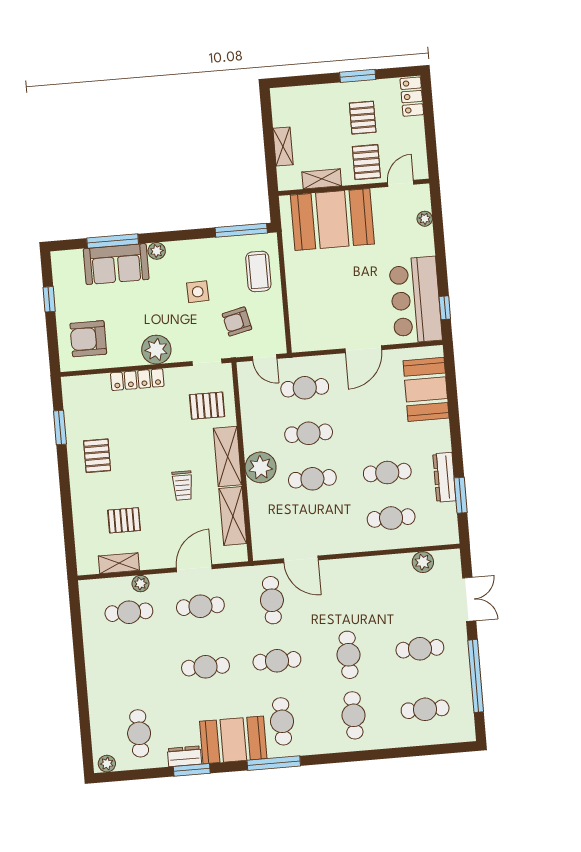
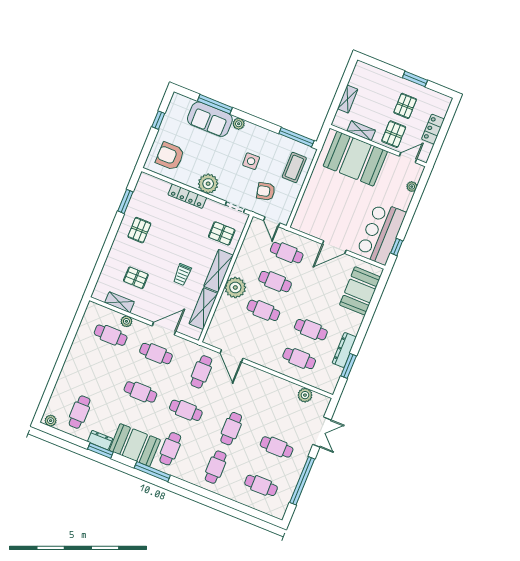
locker: (412, 97) -> (433, 129), moved

